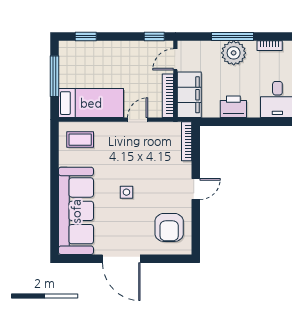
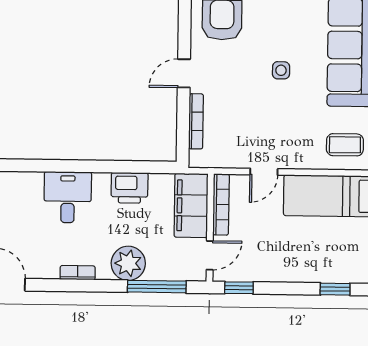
window: (233, 37) -> (157, 287), moved
bookcase: (187, 141) -> (196, 121), moved

